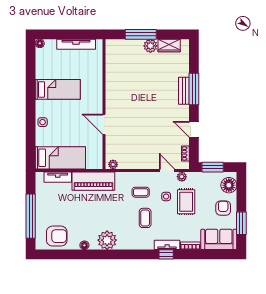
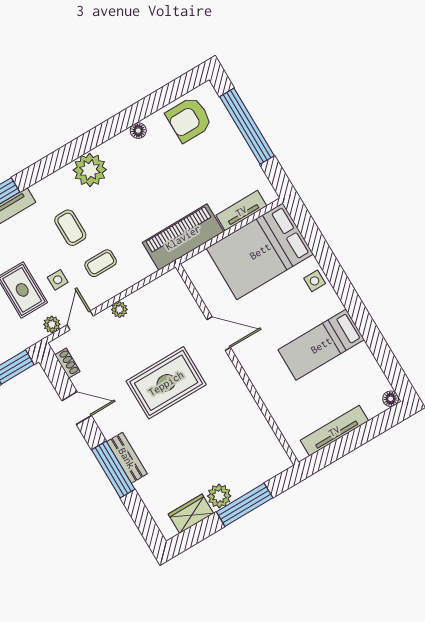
rug: (143, 116) -> (166, 383), added
bed: (60, 158) -> (260, 251), width x1.50
plant: (113, 164) -> (119, 309), moved
door: (167, 170) -> (80, 320), swing flipped
plant: (107, 240) -> (90, 170), moved

